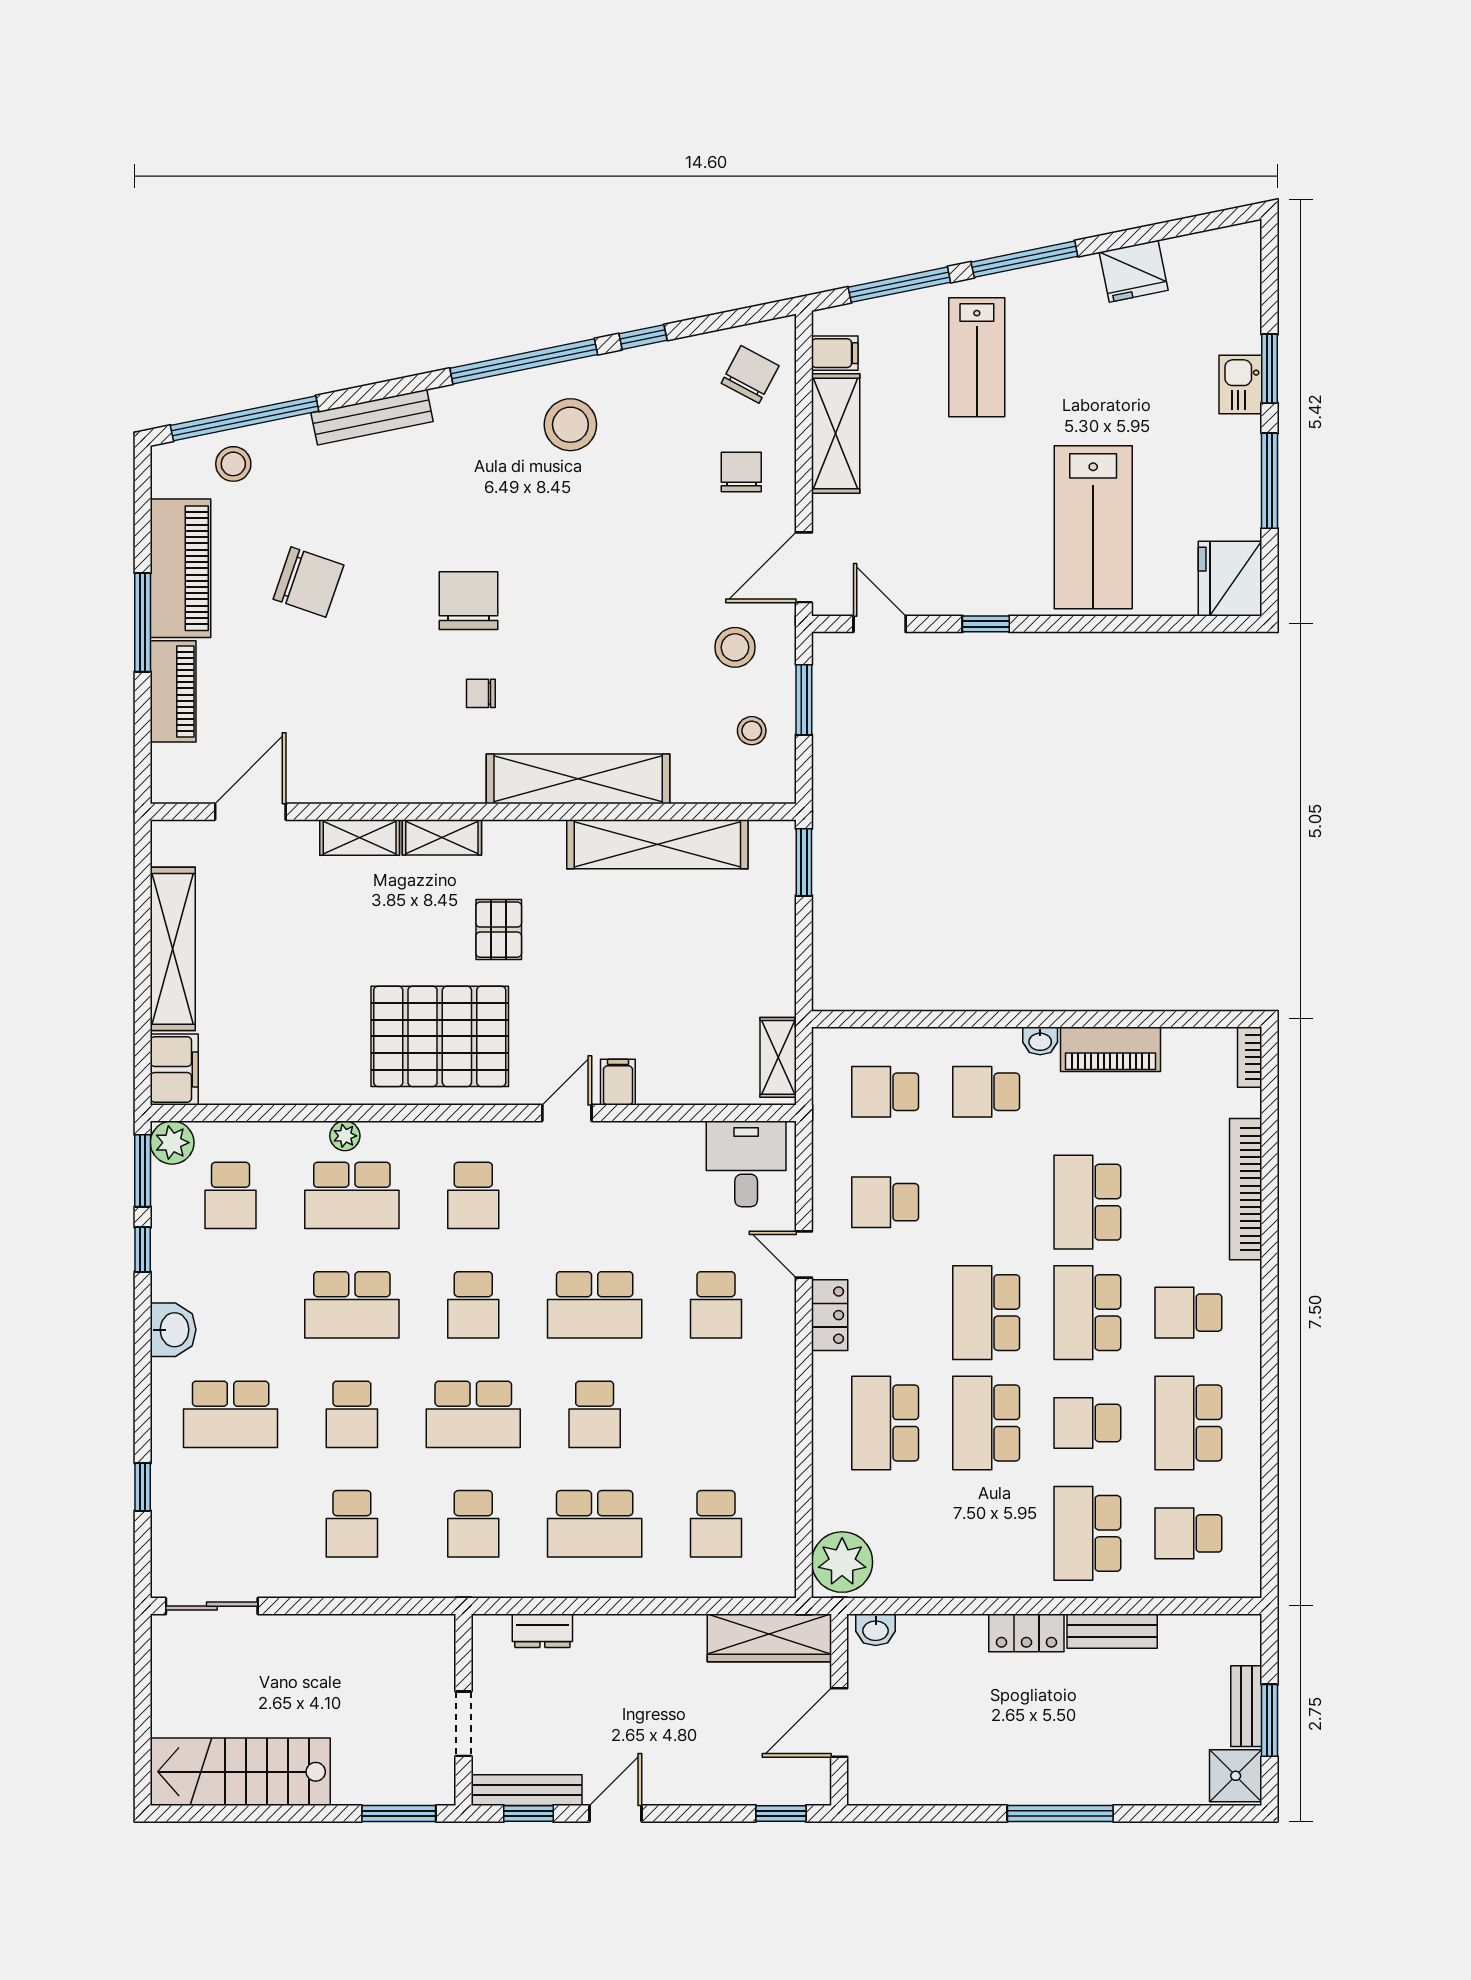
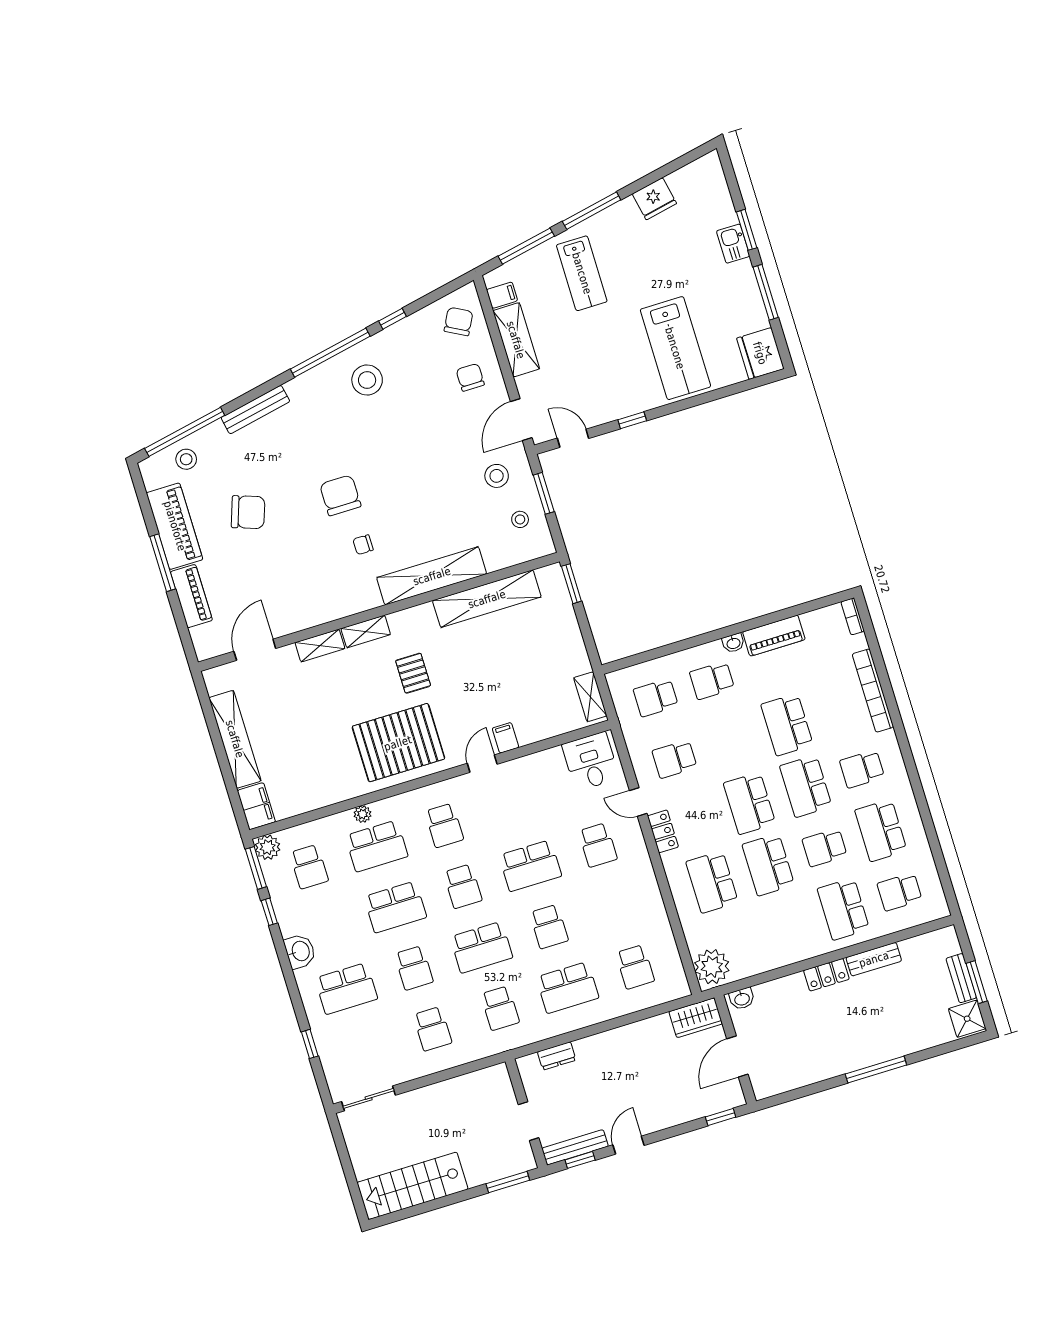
wardrobe: (769, 1638) -> (696, 1018), width x0.67

